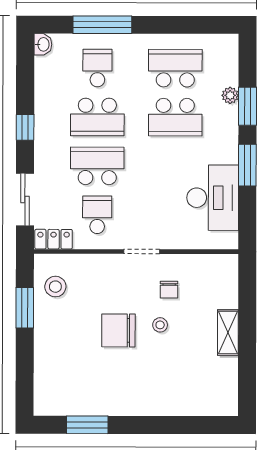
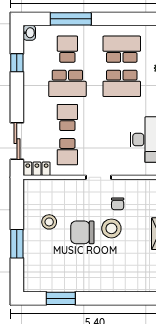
window: (25, 127) -> (17, 63), moved
school desk: (97, 166) -> (67, 118), width x0.54
school desk: (97, 215) -> (67, 152), turned 180
stool: (55, 287) -> (49, 222), moved
window: (25, 308) -> (17, 244), moved
stool: (160, 325) -> (111, 228), width x1.89, depth x1.89

